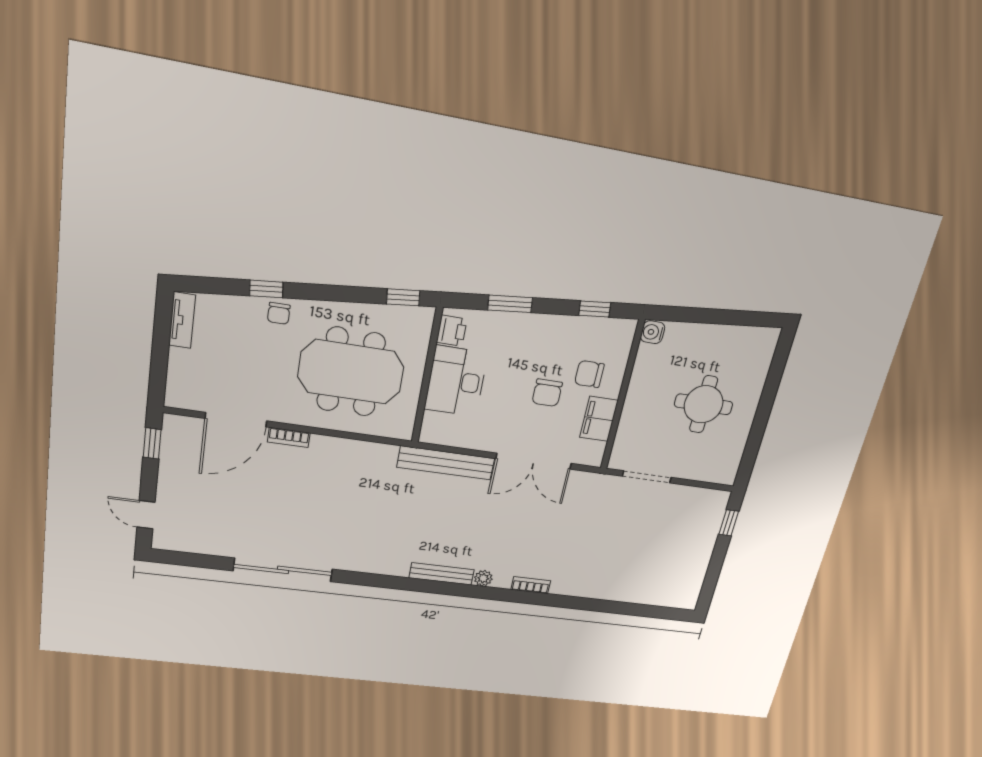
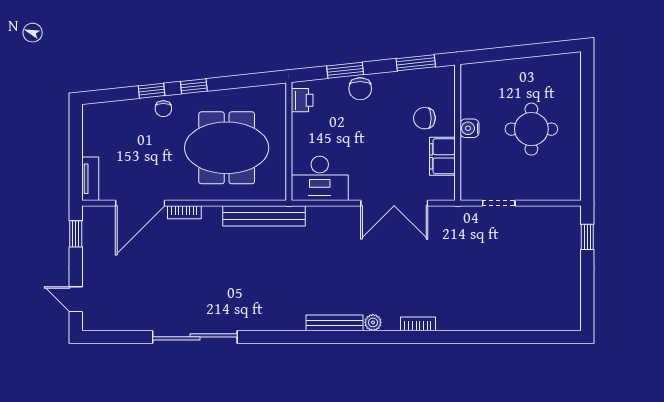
window: (403, 297) -> (194, 86), moved
window: (595, 309) -> (416, 63), width x1.50
tv unit: (182, 320) -> (90, 179), moved
water cooler: (653, 332) -> (469, 128), moved
desk: (456, 381) -> (320, 178), moved, turned -90
chair: (547, 393) -> (360, 89), moved
bench: (446, 463) -> (264, 216), moved
doorway: (647, 477) -> (499, 203), width x0.73

